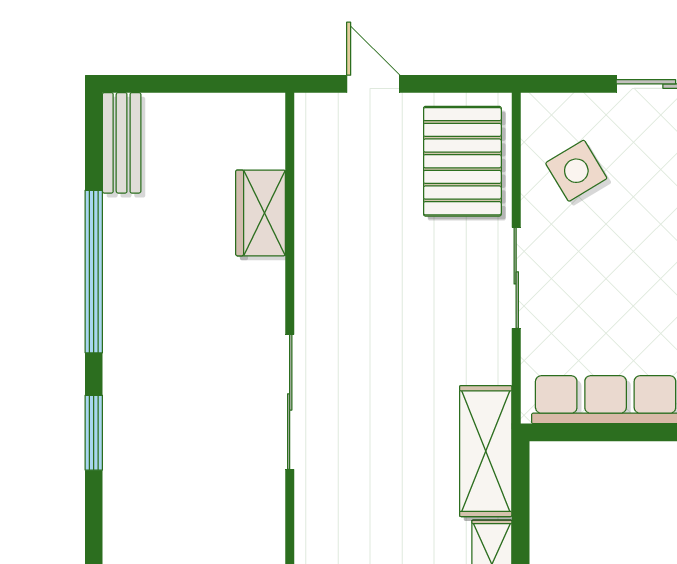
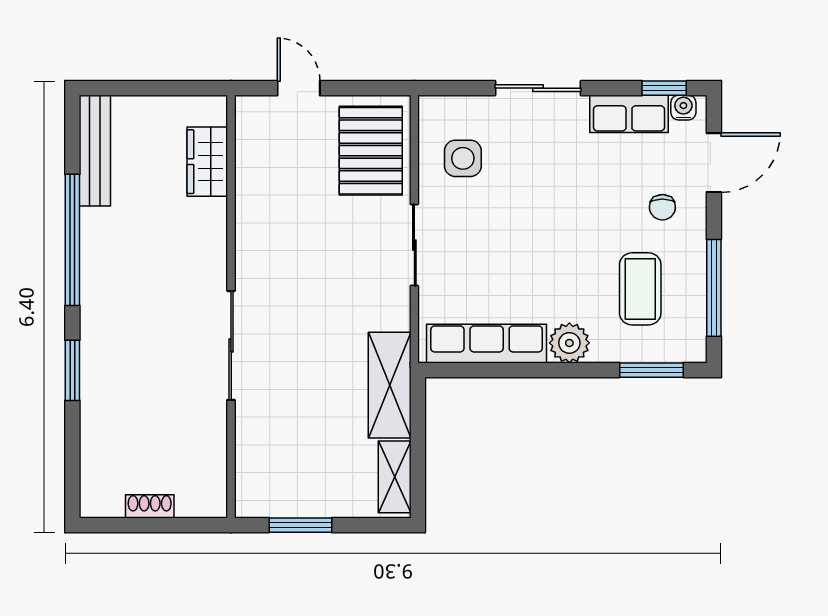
bench: (122, 143) -> (95, 151), width x1.36
side table: (576, 171) -> (463, 158), turned 31
wardrobe: (261, 213) -> (207, 162), moved

